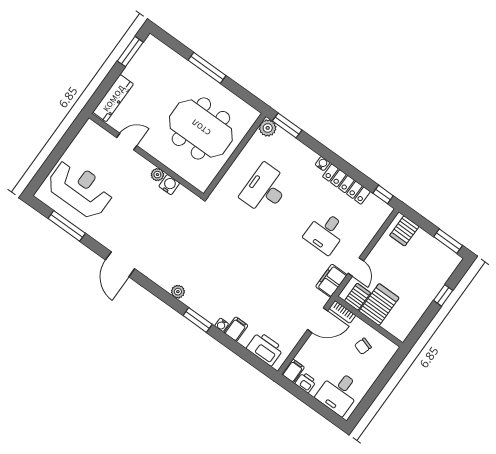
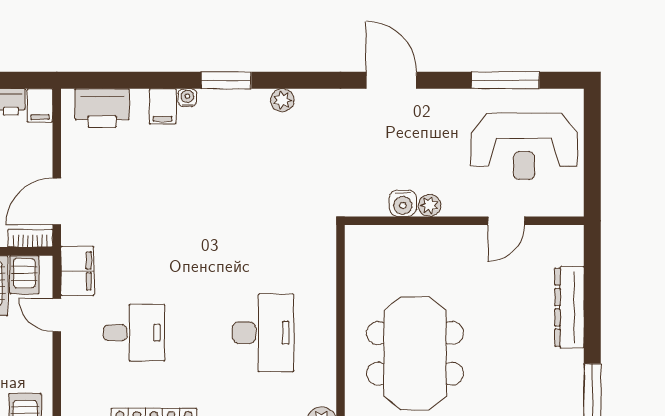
meeting table: (201, 128) -> (415, 353), turned 90
door: (127, 142) -> (506, 221), moved
wall: (146, 156) -> (464, 221), moved
plant: (157, 175) -> (430, 205), moved
water cooler: (169, 185) -> (403, 203), moved
desk: (326, 233) -> (134, 333), turned 90

